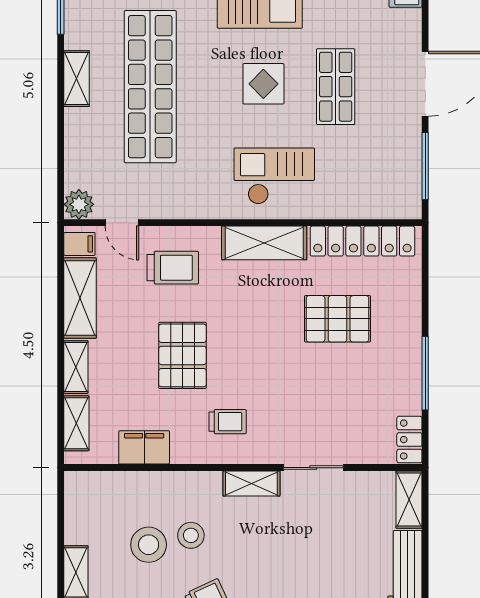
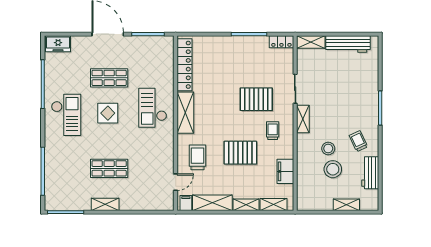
shop shelf: (150, 87) -> (109, 168), width x0.50, depth x0.74
plant: (79, 204) -> (167, 203), removed
pallet: (337, 319) -> (256, 99), moved, turned 90

